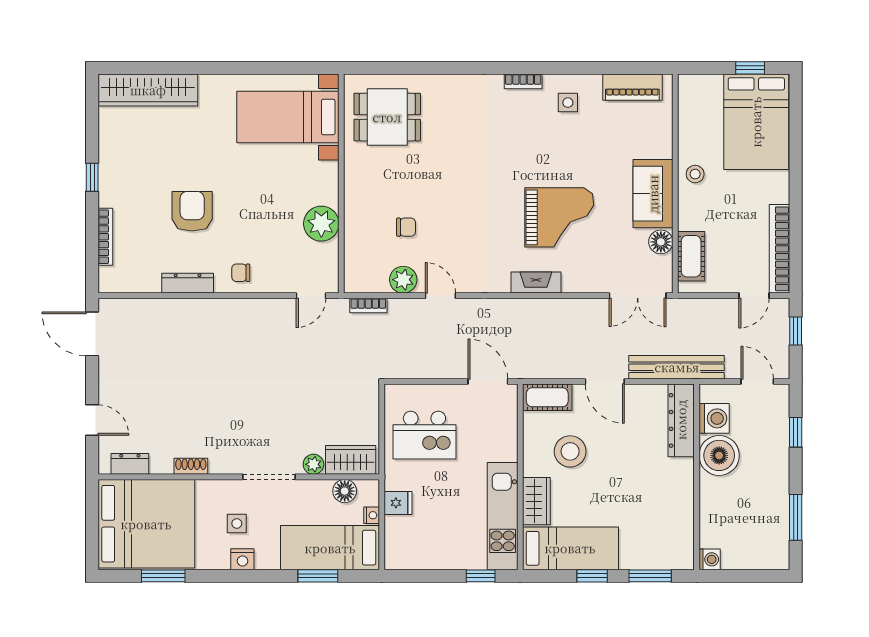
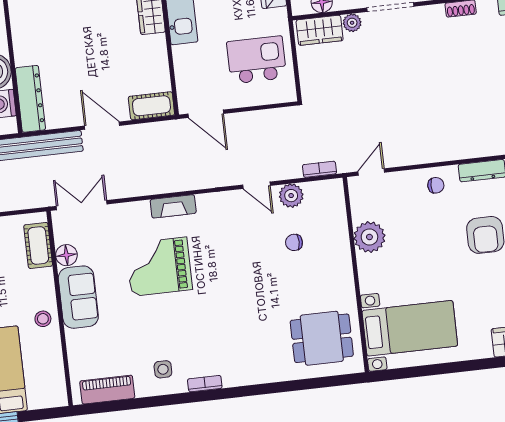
stool: (570, 451) -> (126, 60), removed

